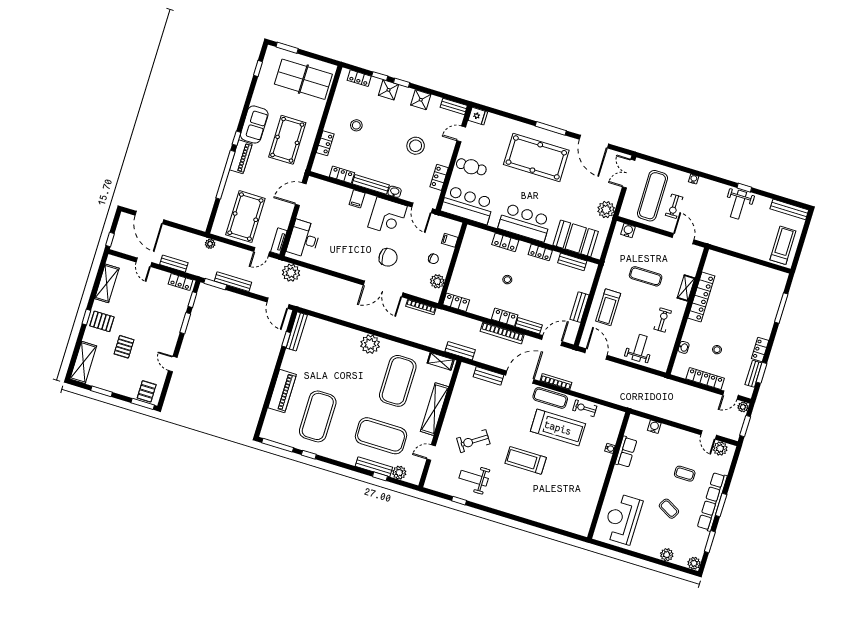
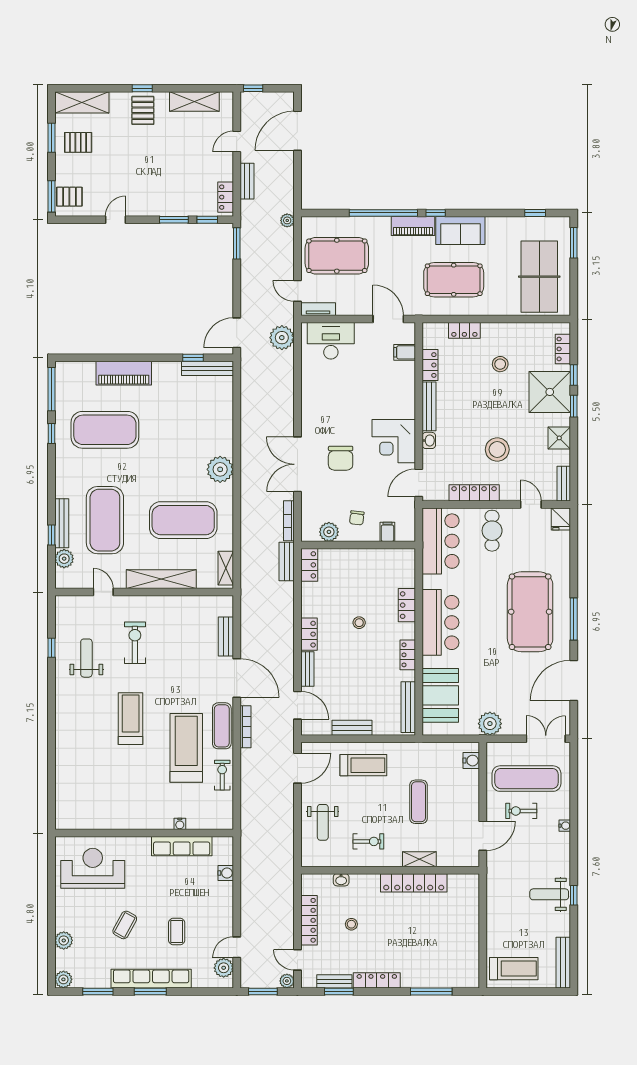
shower: (389, 90) -> (550, 392), width x1.86, depth x1.86
locker: (439, 177) -> (474, 493), width x1.53
filing cabinet: (357, 199) -> (405, 352), moved
bench: (572, 262) -> (408, 707), width x1.36
bench: (233, 282) -> (247, 265), removed
treadmill: (608, 307) -> (363, 765), turned 180
bookcase: (502, 333) -> (287, 637), removed
pallet: (124, 347) -> (78, 142), moved
weight bench: (639, 348) -> (323, 822), turned 90
locker: (760, 350) -> (377, 980), width x1.53
bench: (460, 351) -> (287, 562), moved
treadmill: (558, 428) -> (186, 748), turned 180
exercise bike: (473, 441) -> (135, 643), turned 34
row of seats: (626, 452) -> (182, 846), width x1.48

